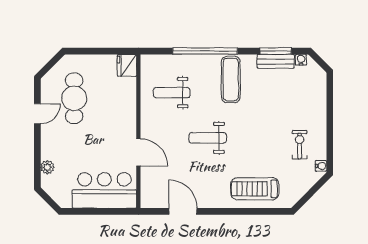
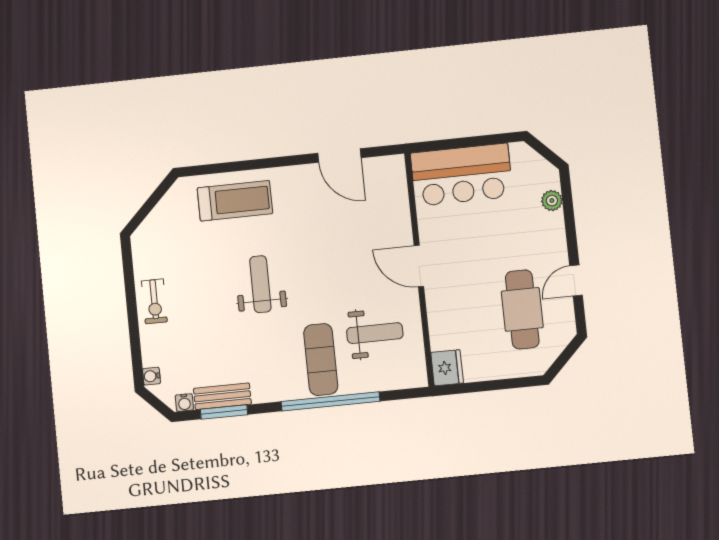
exercise mat: (231, 80) -> (321, 359), moved
weight bench: (208, 138) -> (260, 284), moved, turned -90
exercise bike: (300, 145) -> (154, 301), moved
door: (138, 152) -> (419, 266), moved
water cooler: (321, 166) -> (151, 376), moved

